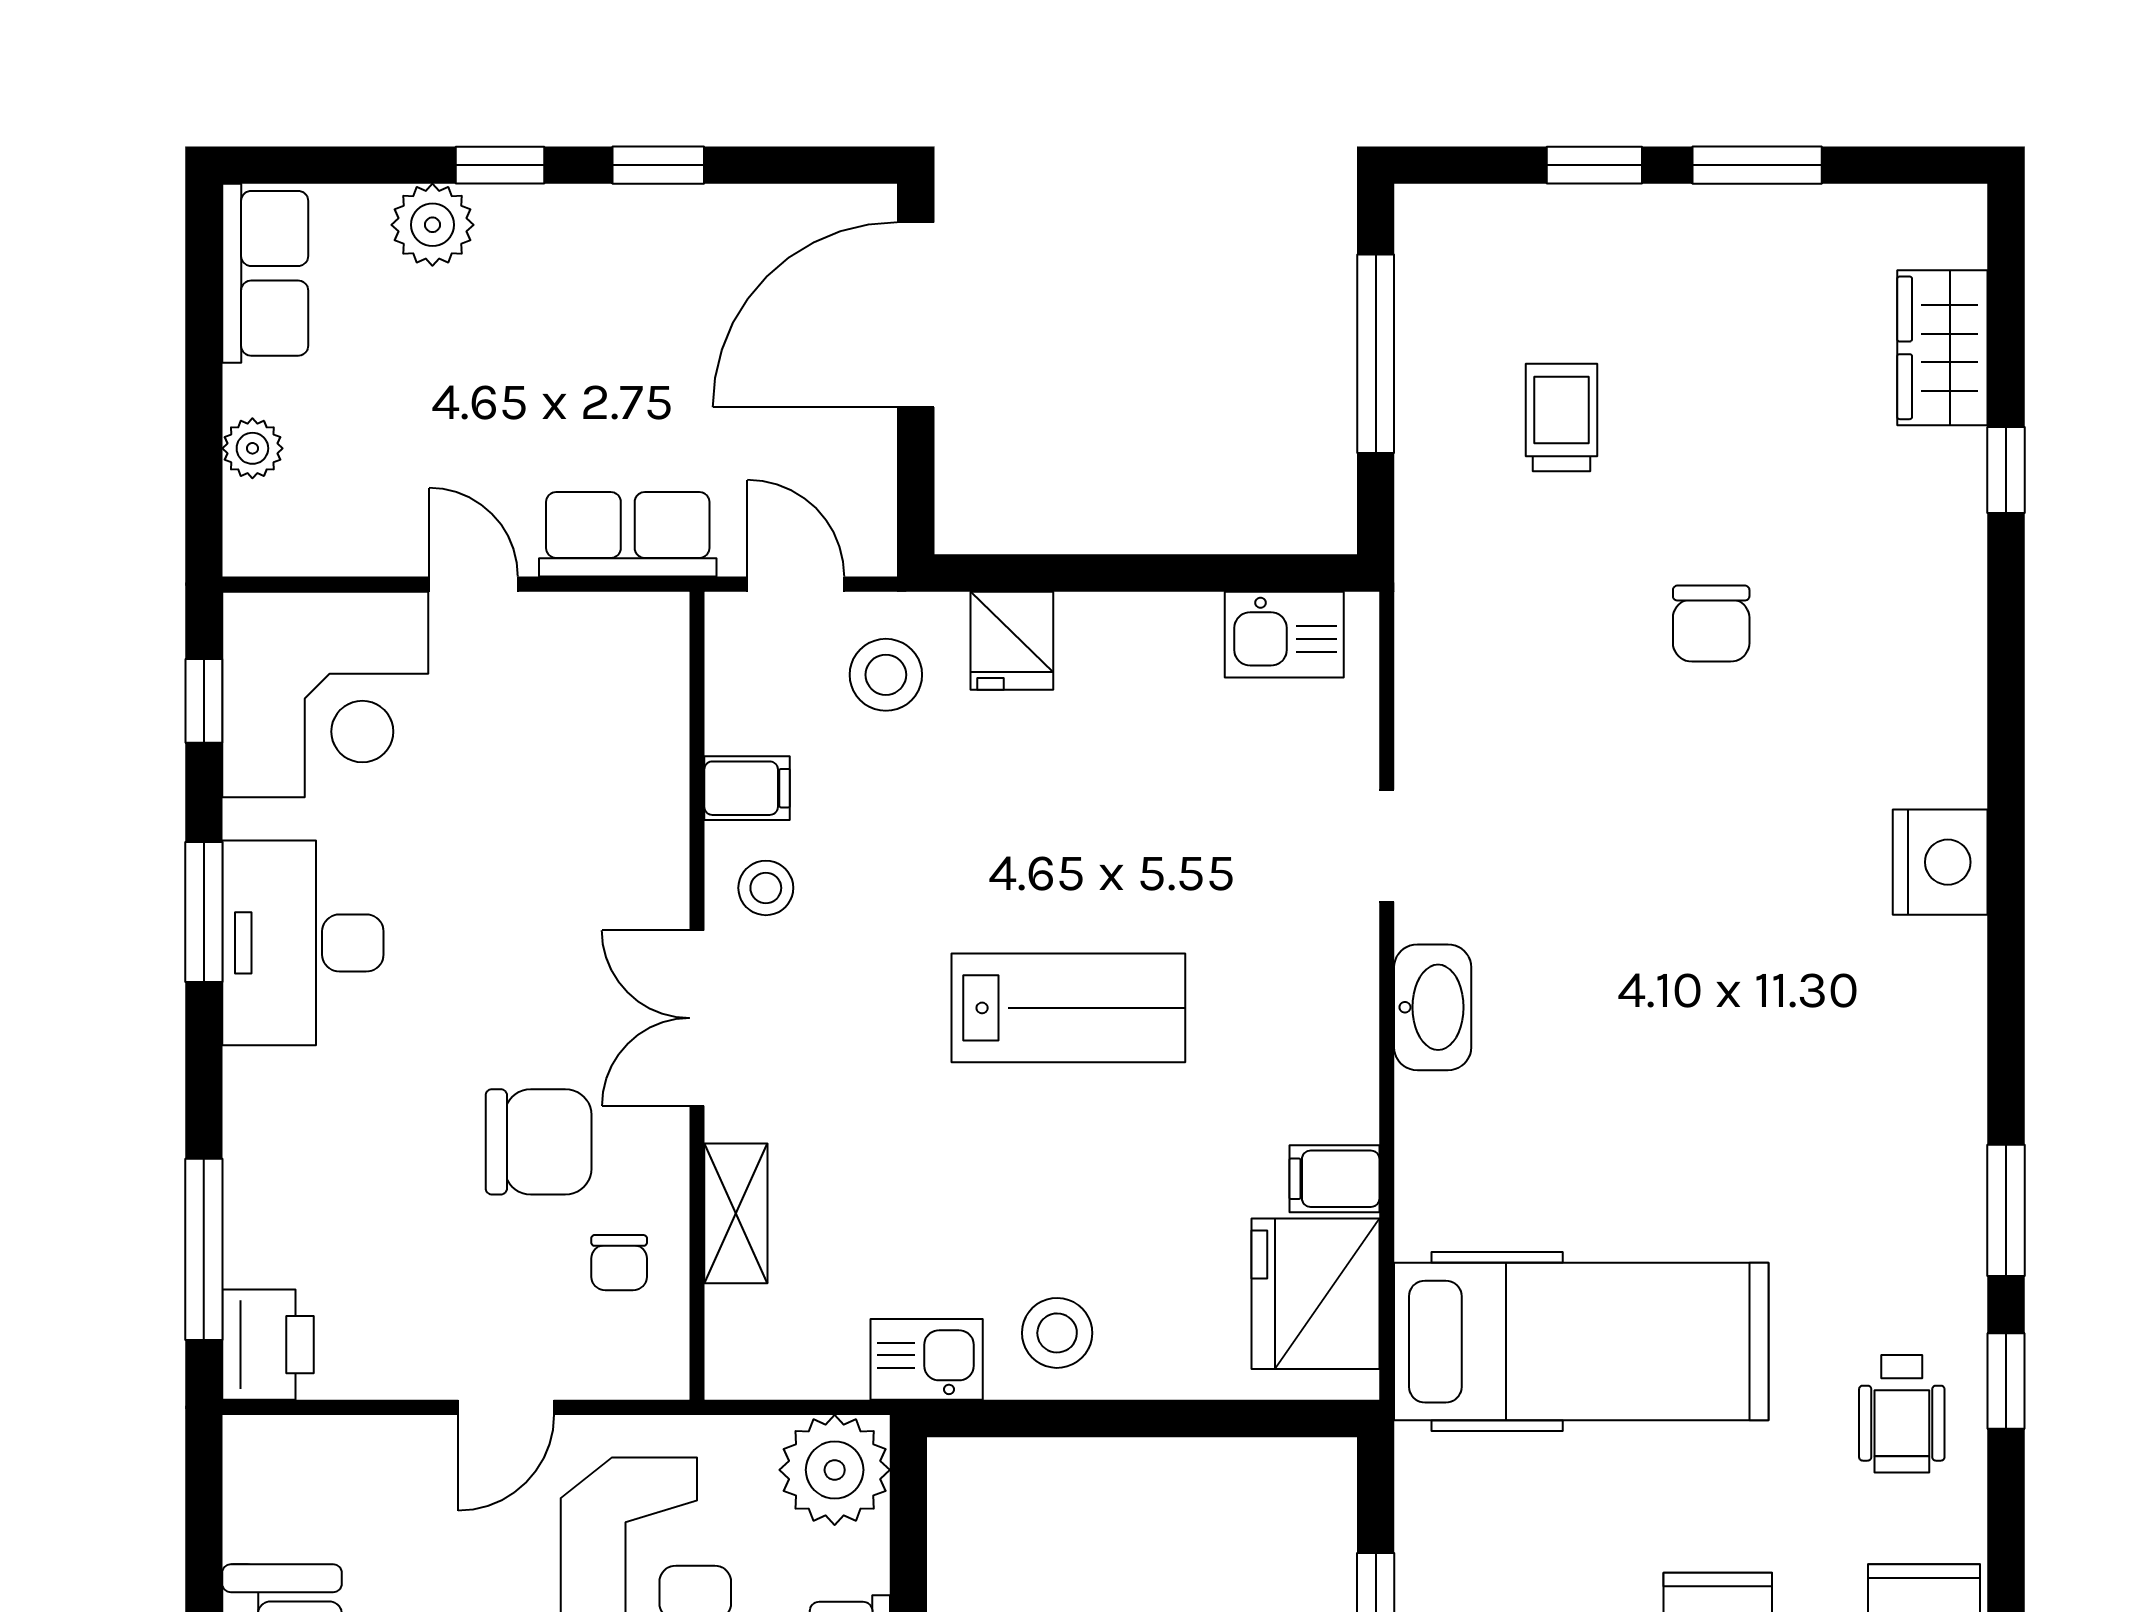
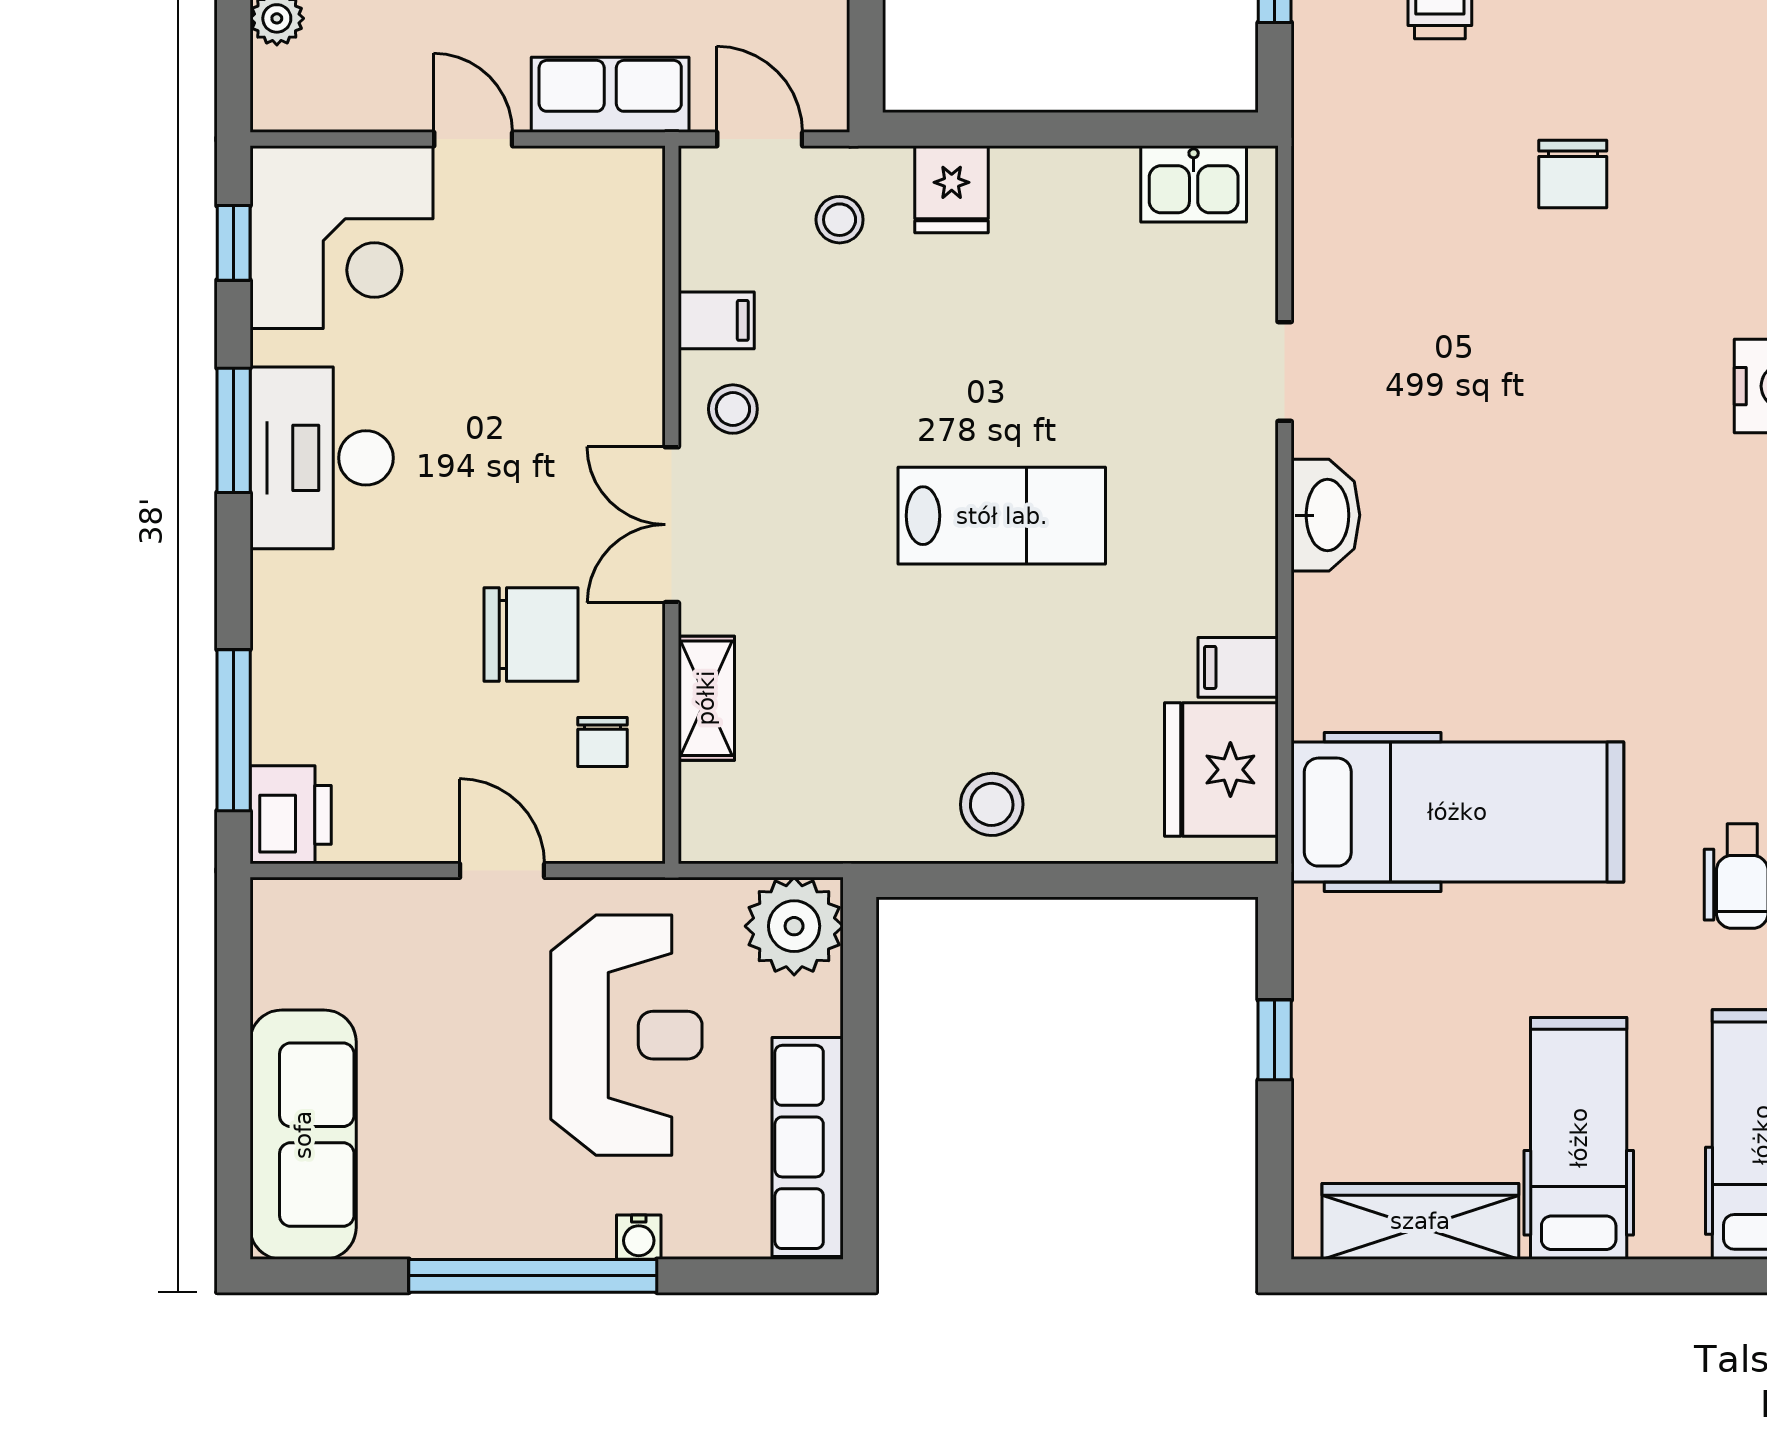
stool: (886, 675) -> (840, 220), width x0.73, depth x0.73
kitchen sink: (927, 1359) -> (876, 828), removed
door: (506, 1407) -> (502, 871), swing flipped

